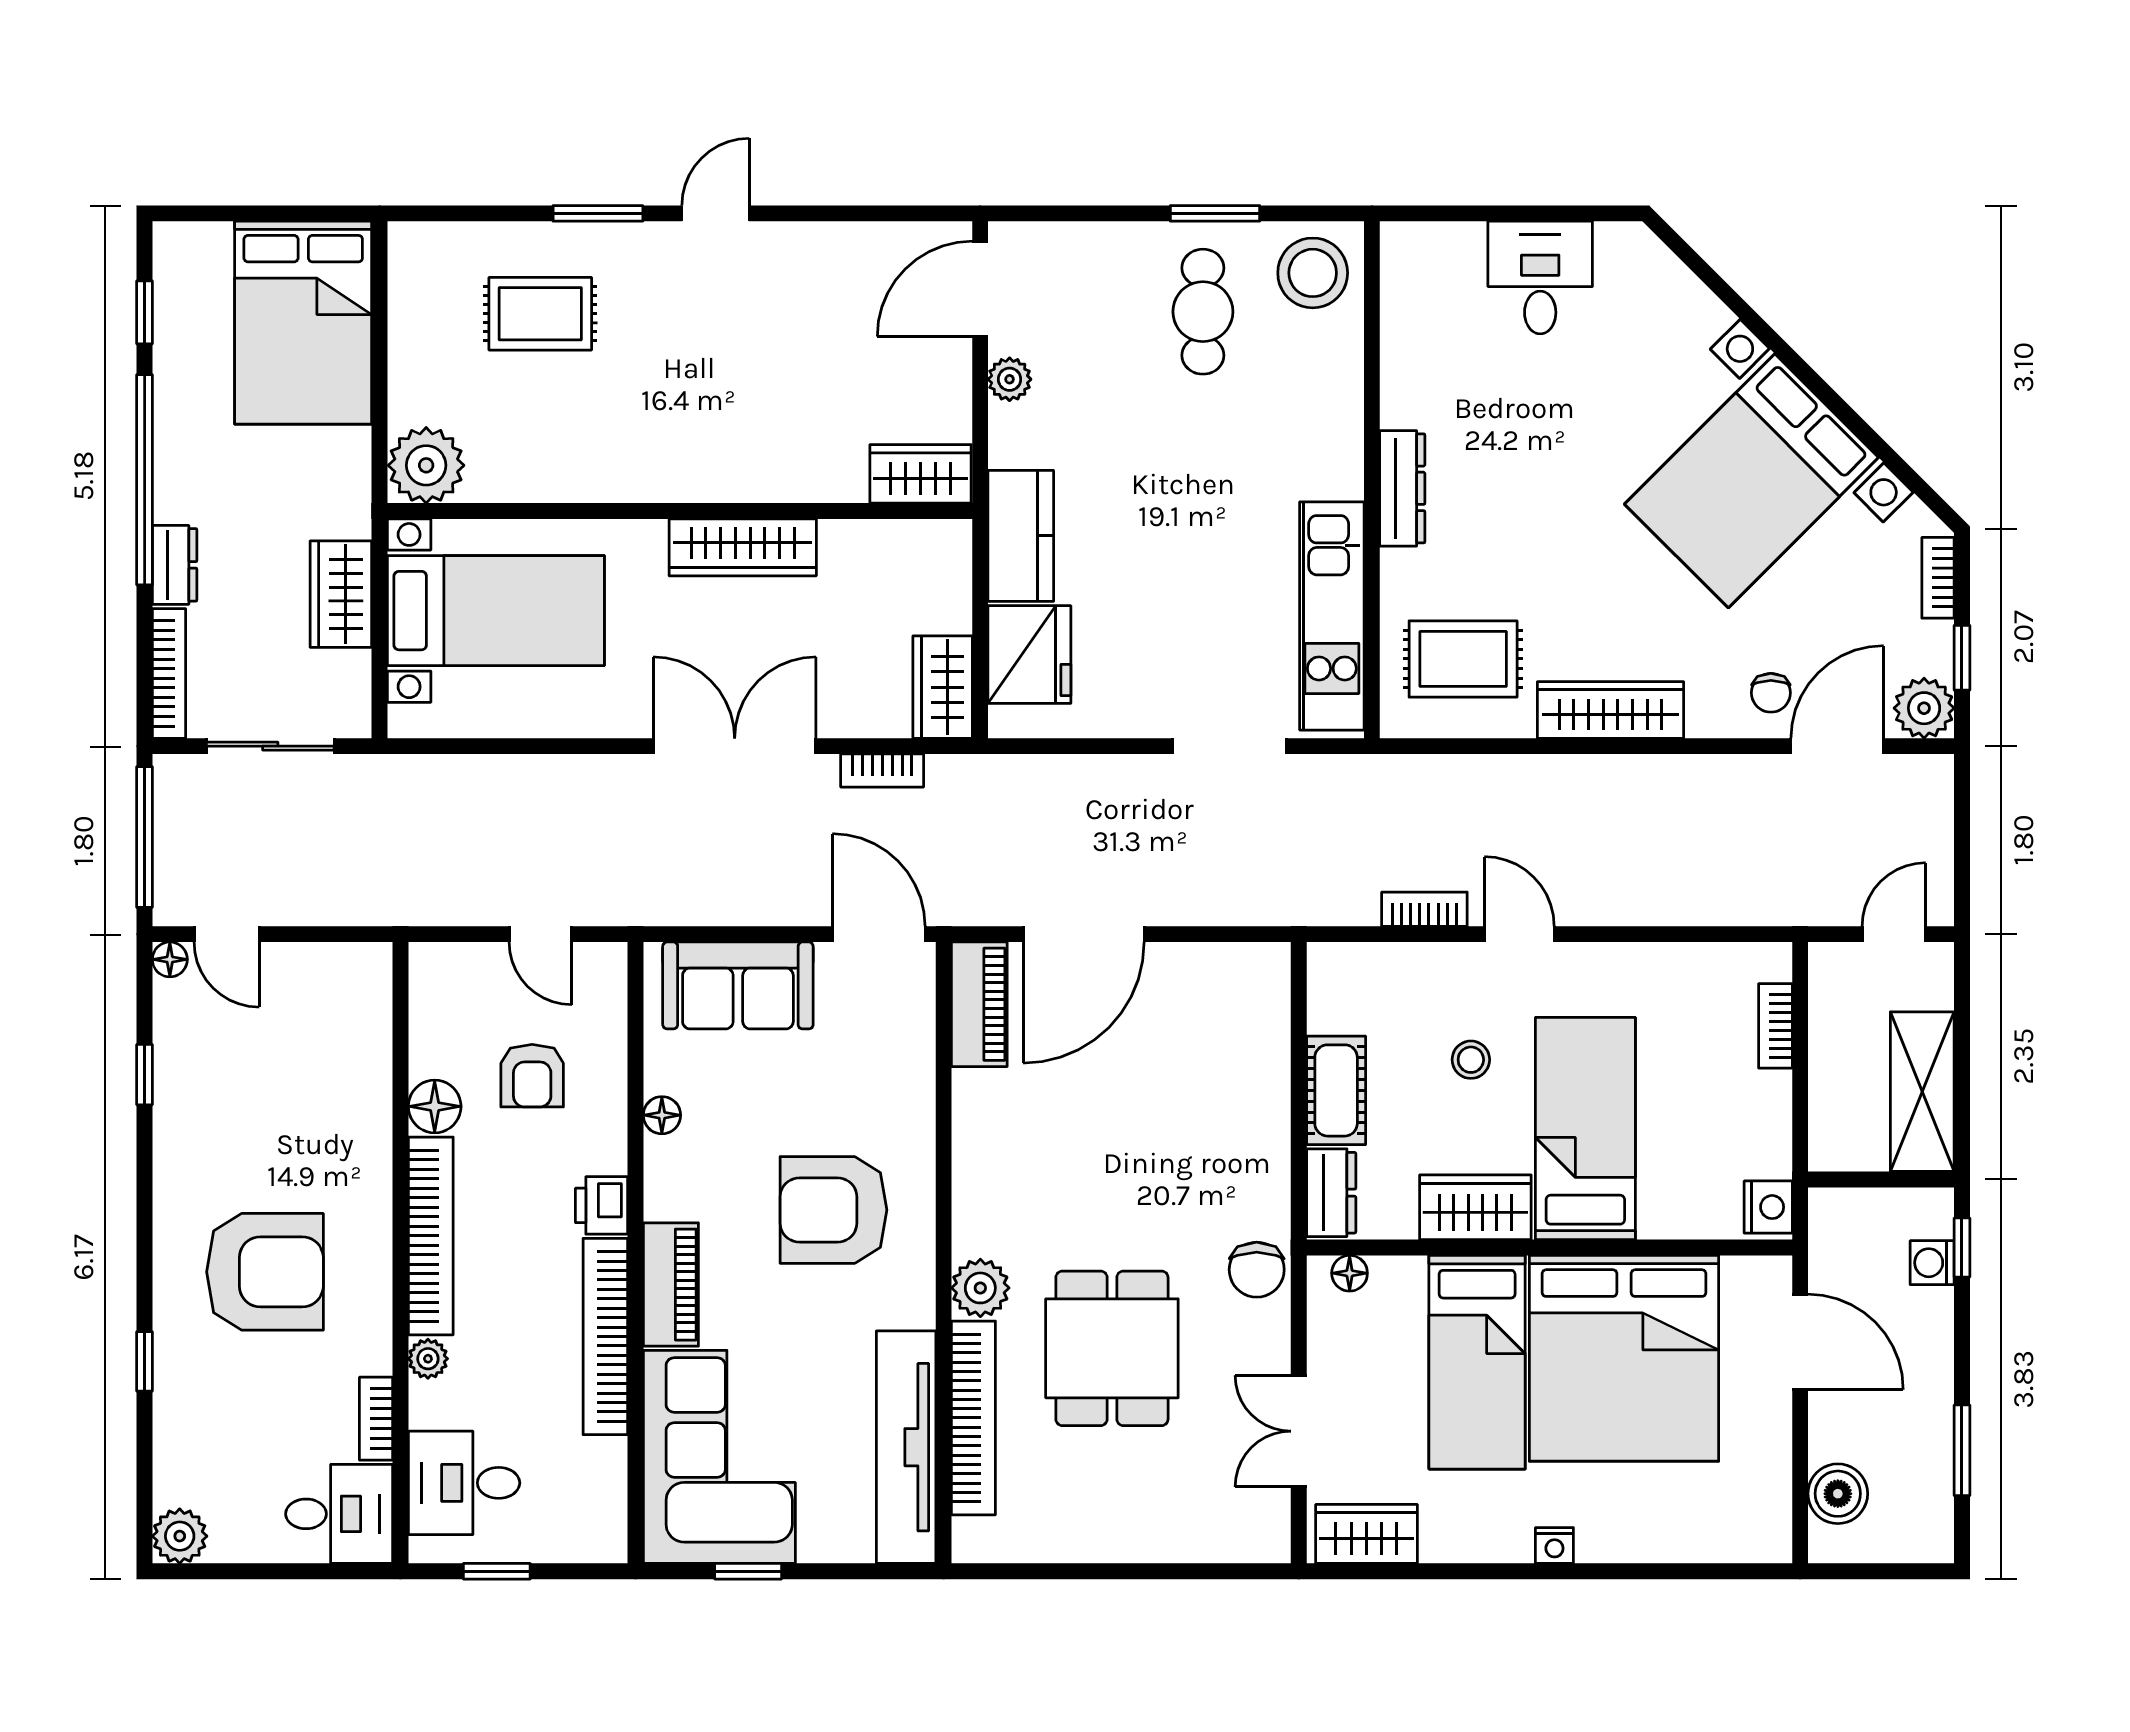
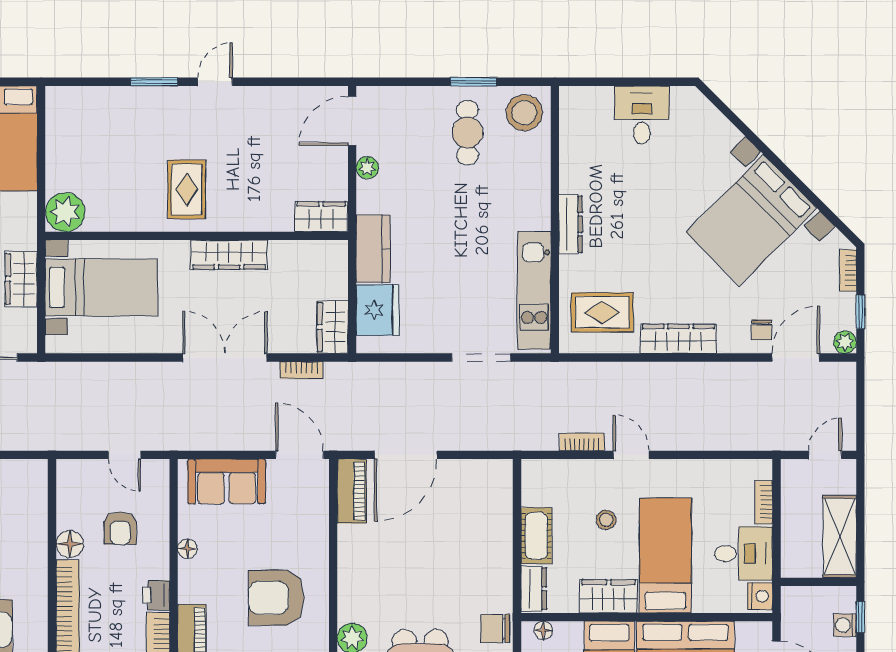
rug: (540, 314) -> (187, 189), moved, turned 90
plant: (1924, 708) -> (845, 342), width x0.73, depth x0.73
desk: (1736, 1125) -> (743, 554), added
chair: (1257, 1270) -> (495, 629), turned 90

